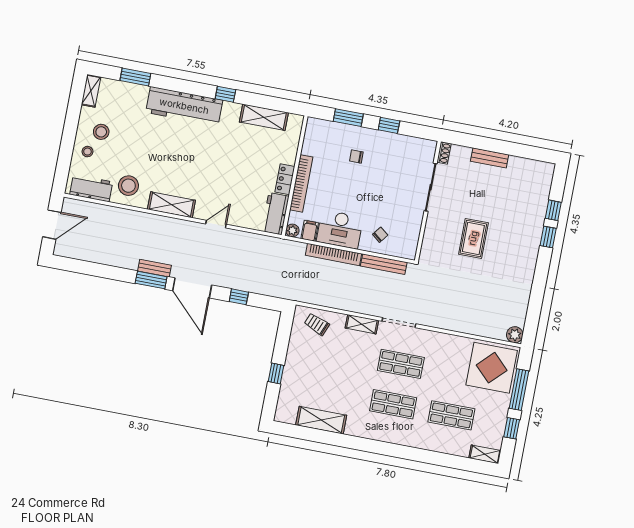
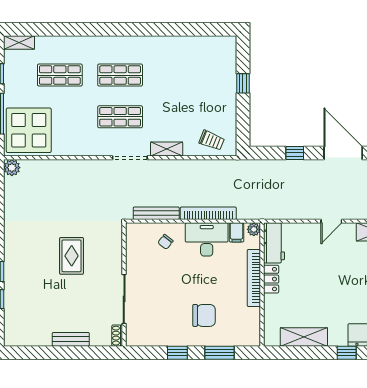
chair: (356, 157) -> (204, 315), width x1.87, depth x1.87
shelving: (321, 420) -> (189, 45), removed

